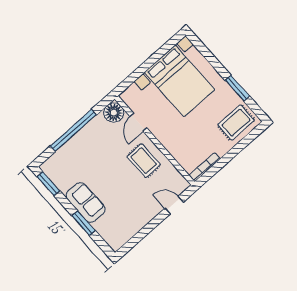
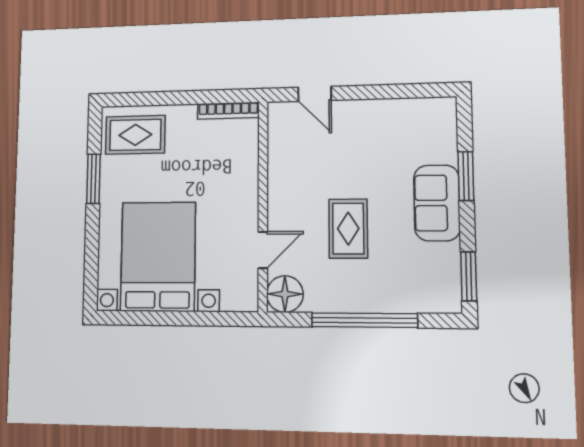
rug: (144, 161) -> (348, 229), moved

